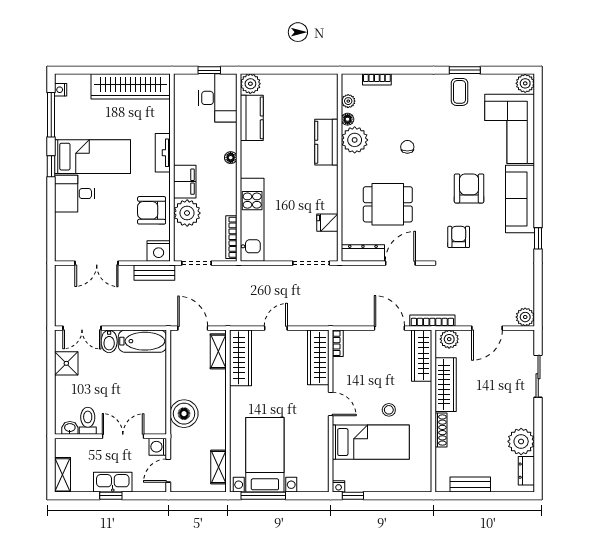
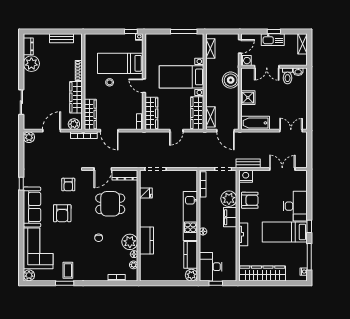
desk: (75, 194) -> (295, 206), width x1.37
kitchen unit: (252, 220) -> (190, 216), moved
bidet: (109, 341) -> (275, 123), removed
shower: (66, 363) -> (248, 98), moved
bed with nightstands: (265, 455) -> (182, 77), moved, turned 90

